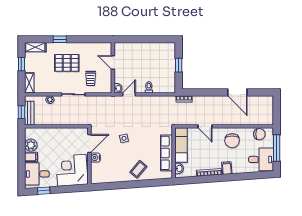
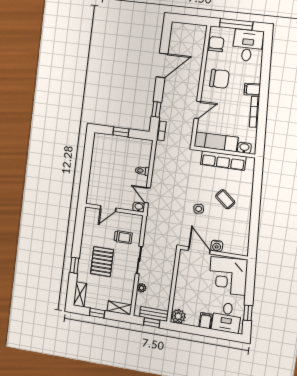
window: (201, 92) -> (156, 109), added
plant: (31, 145) -> (178, 316), moved
coffee table: (138, 169) -> (225, 199), moved

